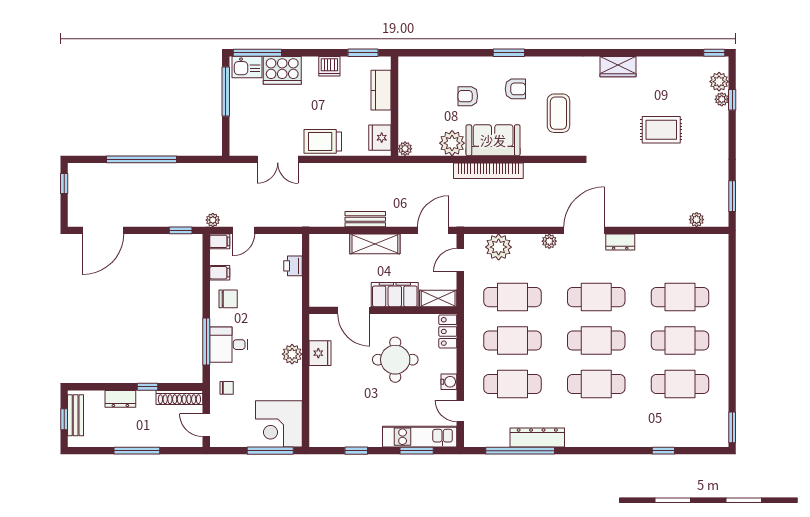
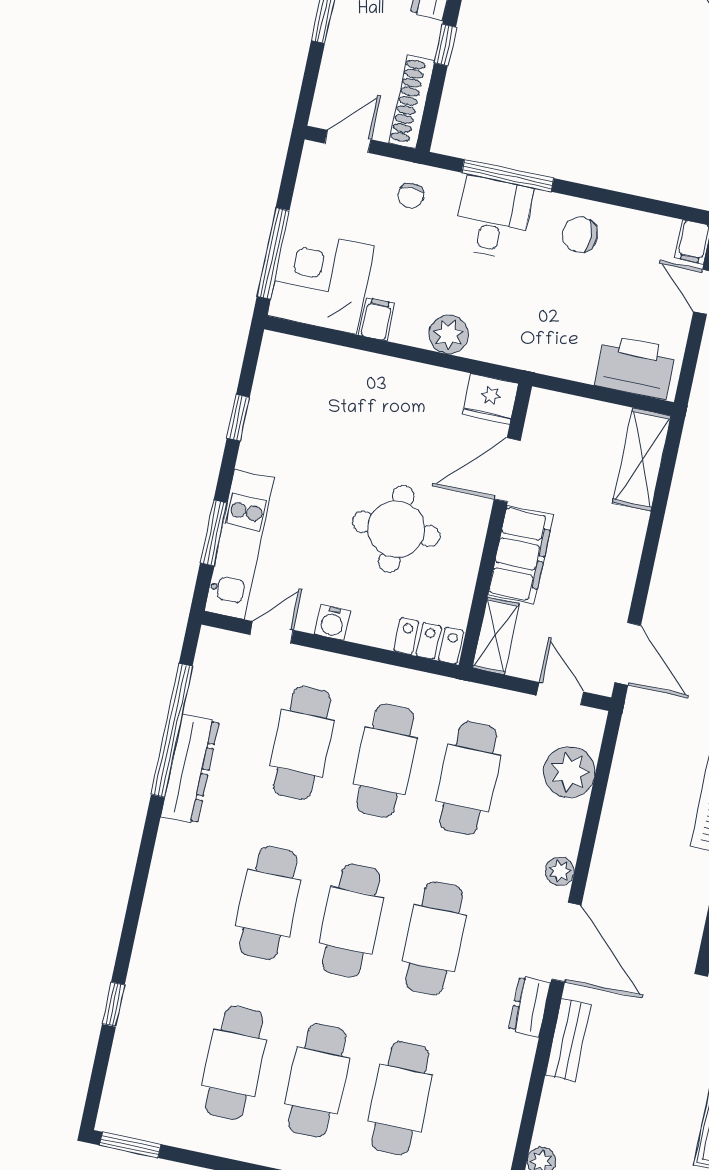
bench: (365, 219) -> (568, 1040), moved
shelving: (375, 244) -> (642, 460), moved
printer: (293, 266) -> (635, 367), width x1.87, depth x1.48
filing cabinet: (220, 273) -> (377, 319), moved, turned 180
chair: (228, 299) -> (580, 235), turned 90
fridge: (320, 353) -> (490, 399), moved

